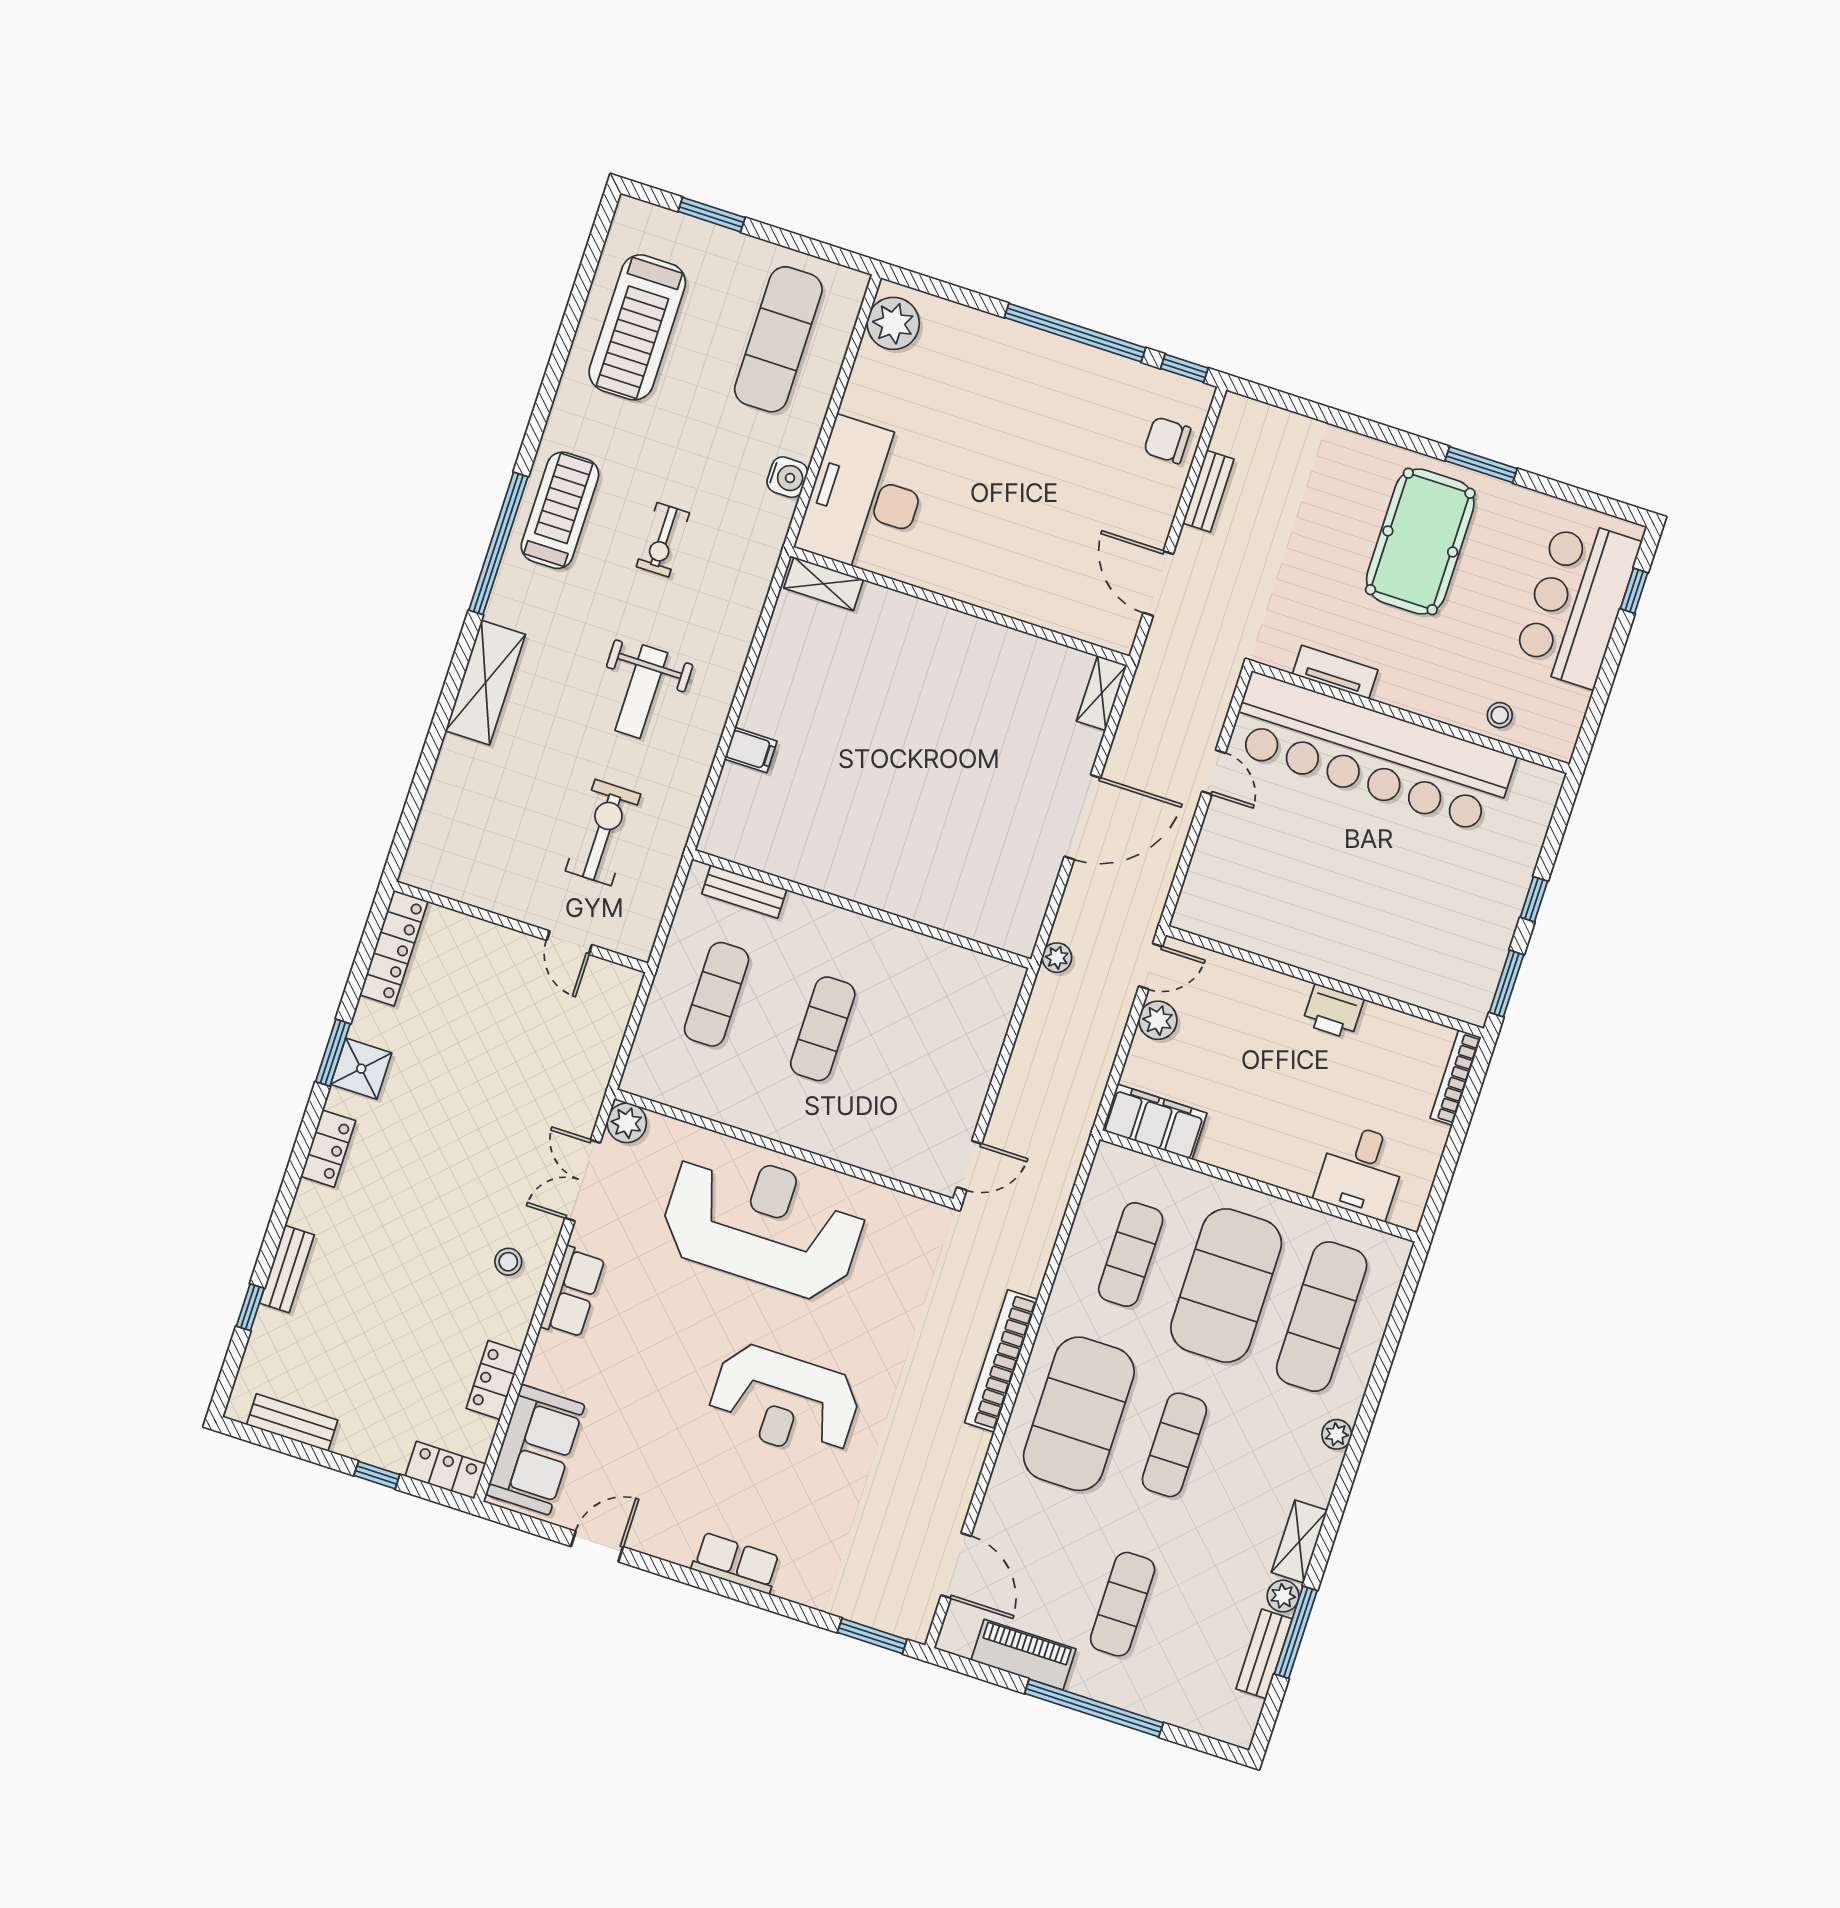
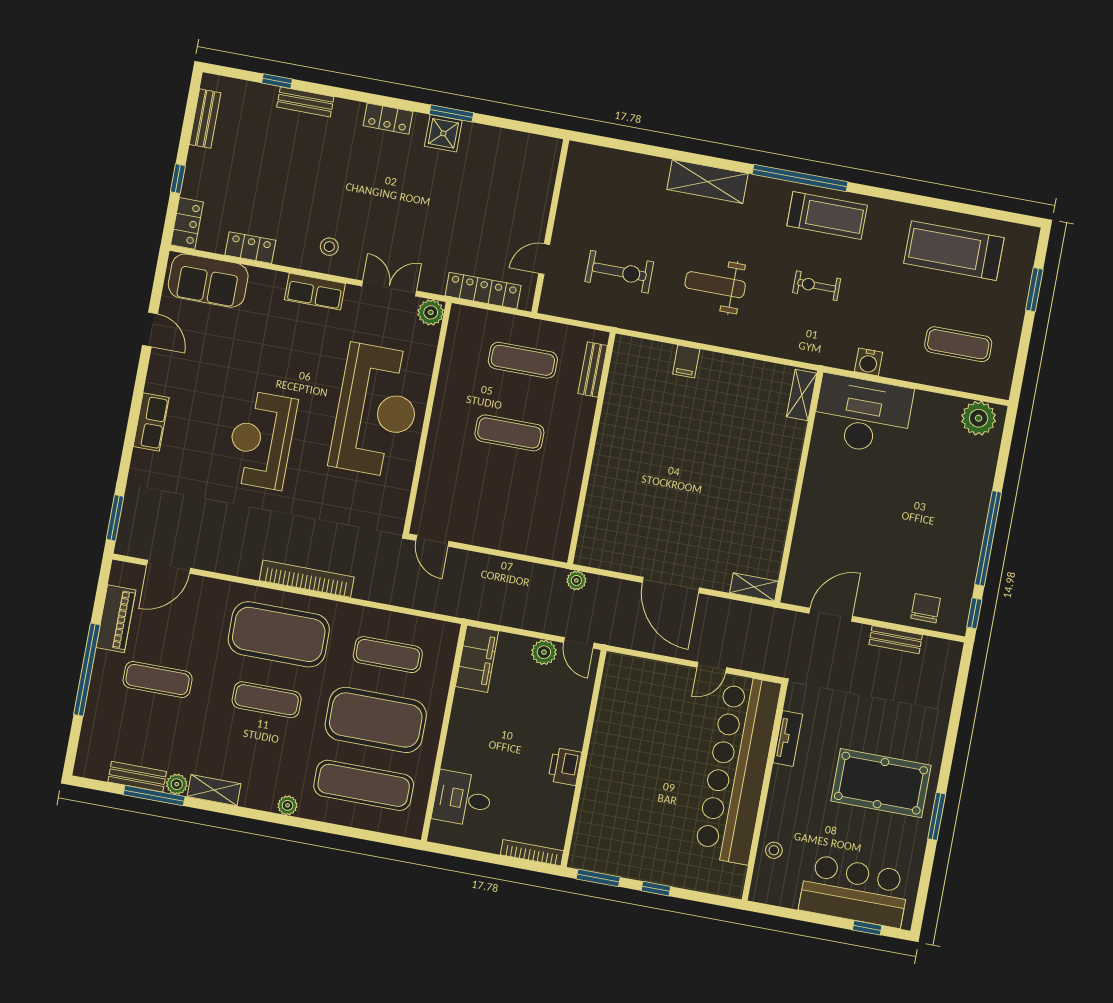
exercise mat: (778, 339) -> (958, 344), width x0.73, depth x0.69
locker: (394, 948) -> (483, 291), moved, turned 180

